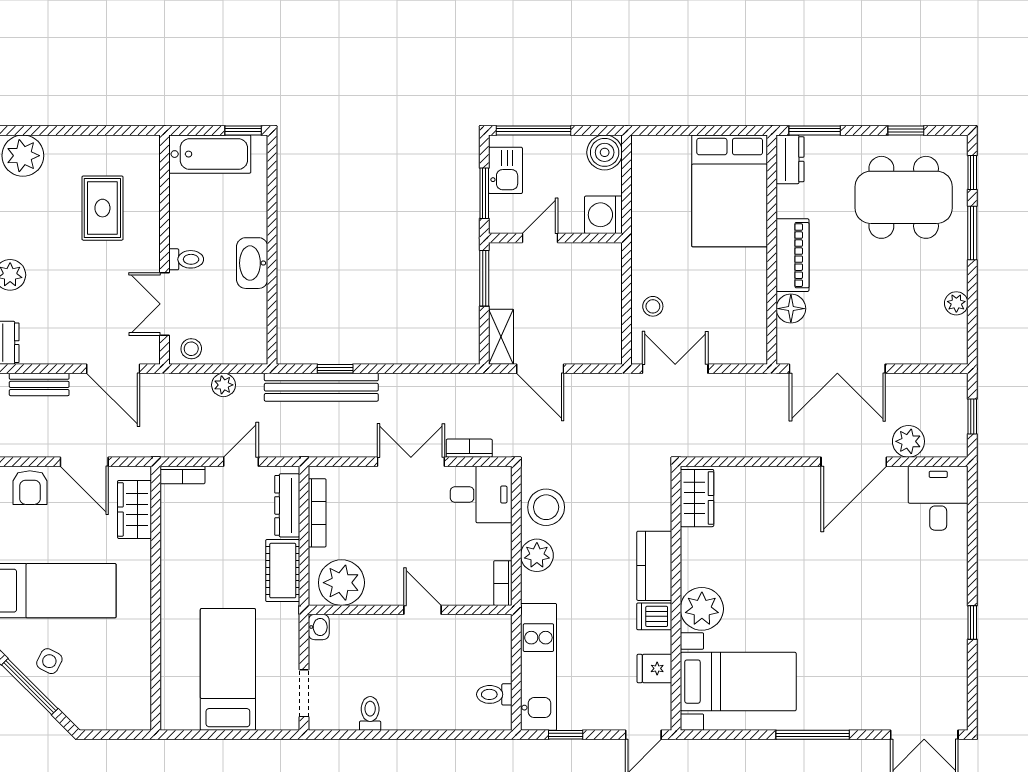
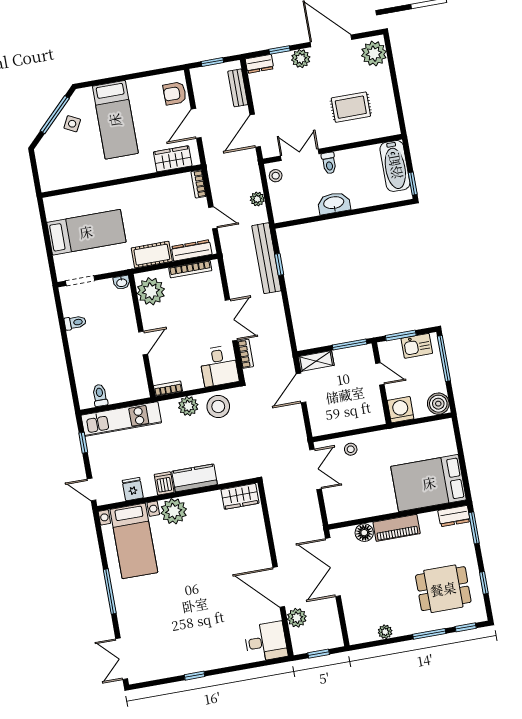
dining table: (904, 197) -> (443, 589), width x0.73

